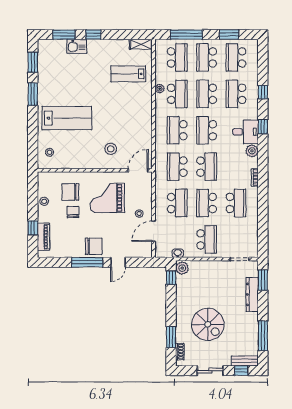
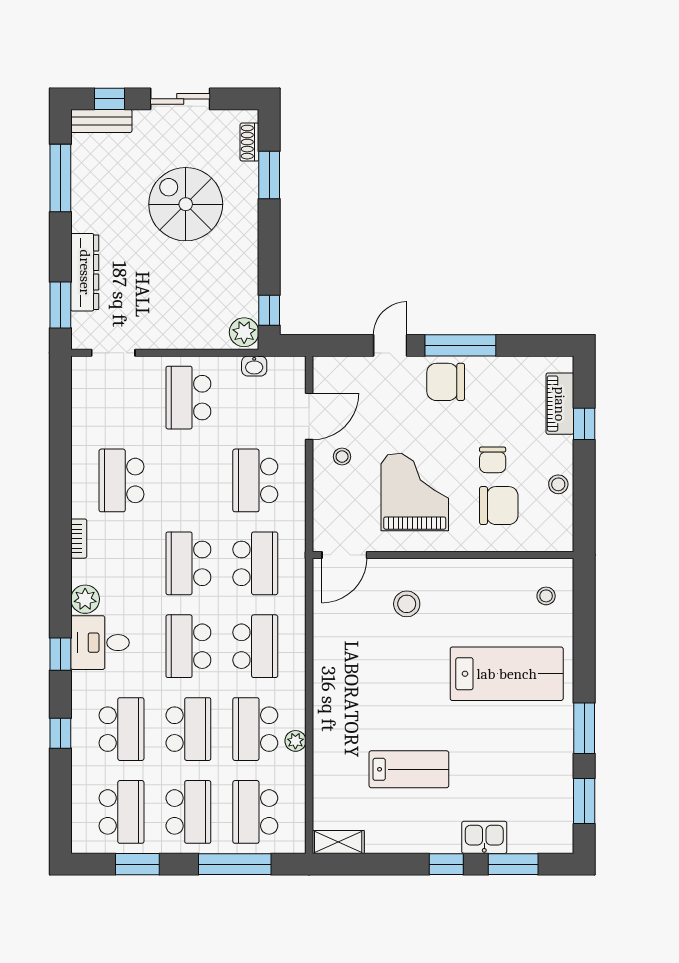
lab bench: (128, 74) -> (409, 769), moved
lab bench: (67, 118) -> (507, 674), turned 180
school desk: (207, 130) -> (188, 646), turned 180
grand piano: (107, 198) -> (415, 492), turned -90
school desk: (207, 203) -> (188, 480), removed

